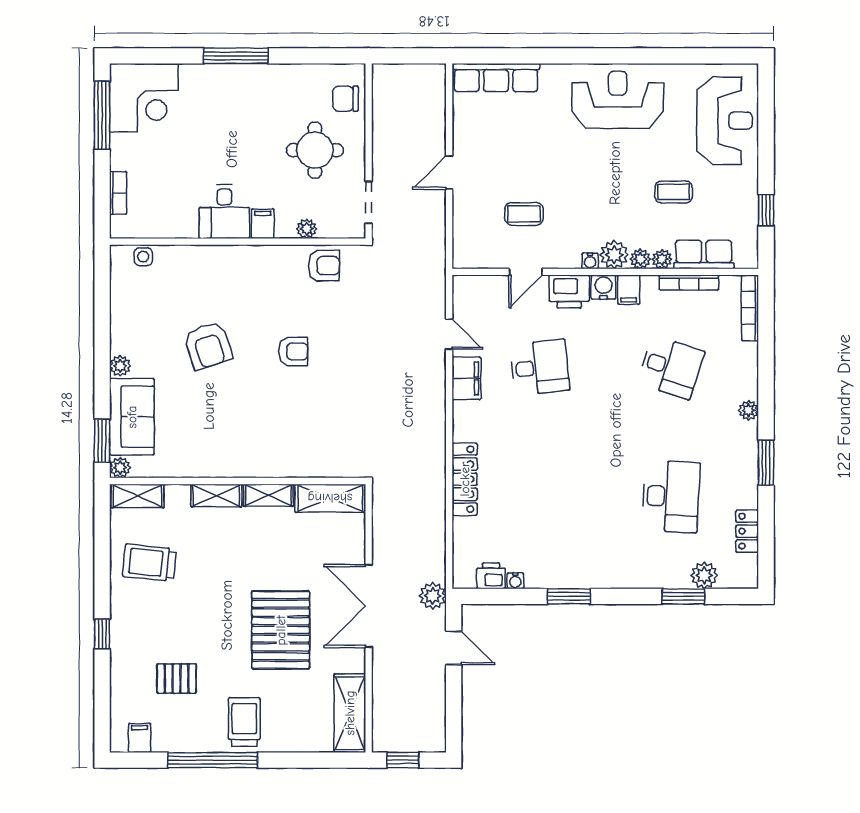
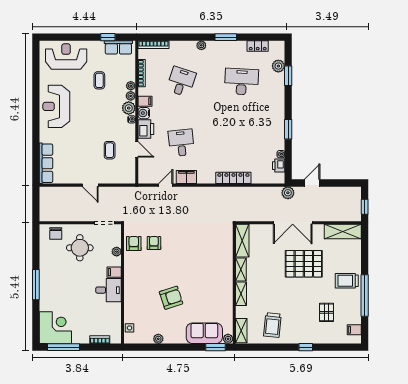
row of seats: (704, 255) -> (118, 47), moved, turned -90
armchair: (293, 351) -> (154, 243), moved
plant: (120, 366) -> (158, 339), moved

